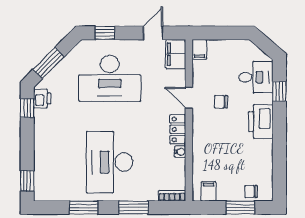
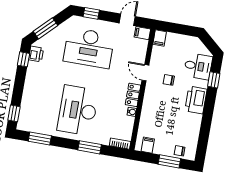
filing cabinet: (176, 54) -> (142, 33), width x0.50
window: (84, 207) -> (40, 139), moved

